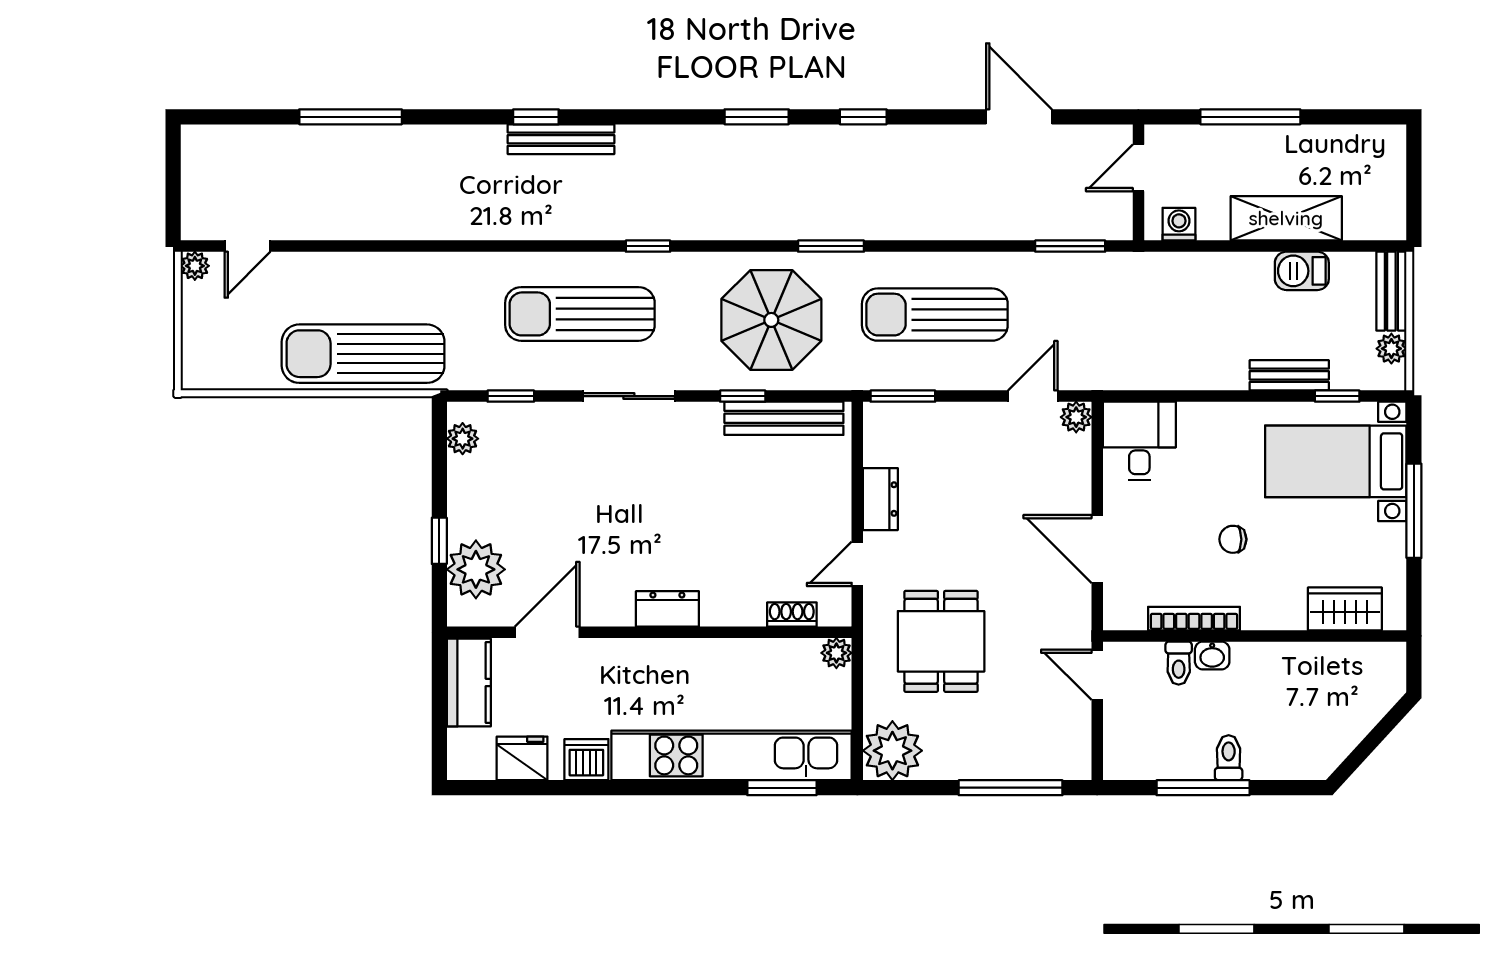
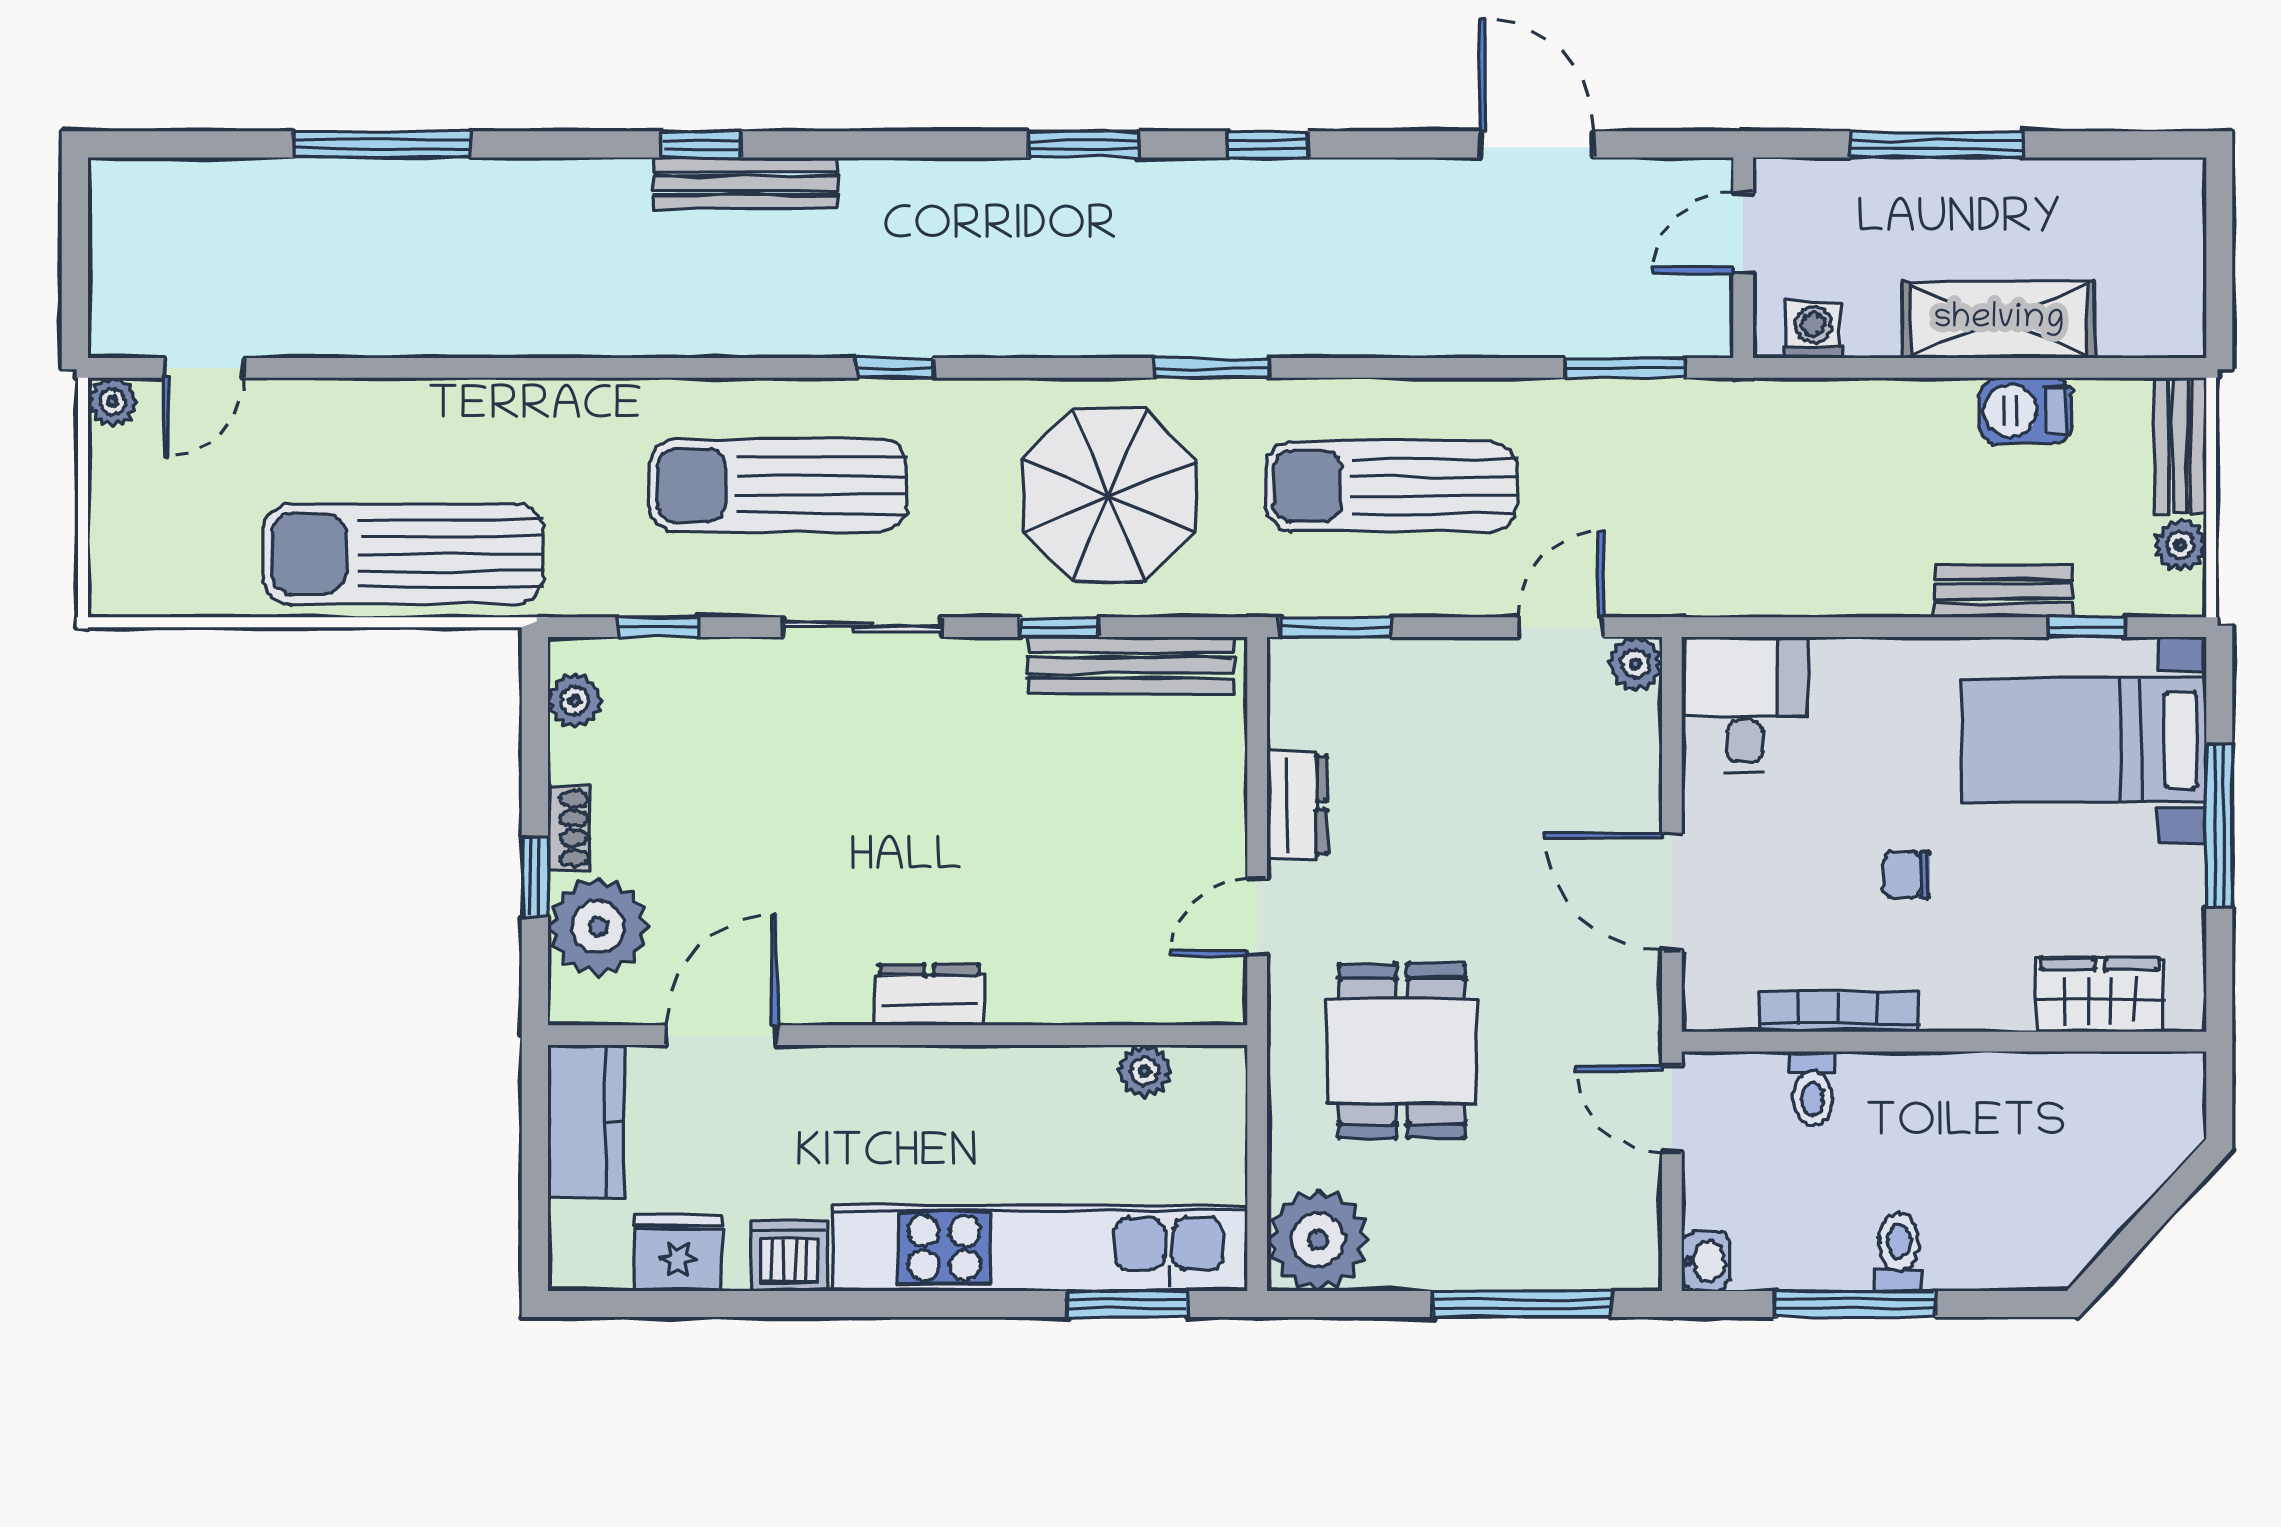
shoe rack: (792, 614) -> (569, 828), moved, turned 90
plant: (836, 653) -> (1145, 1071), moved
washbasin: (1212, 655) -> (1706, 1261), moved, turned -90

